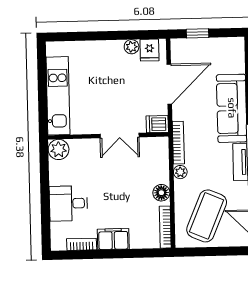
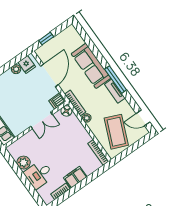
plant: (59, 149) -> (24, 163), moved
floor lamp: (161, 193) -> (66, 111), moved

